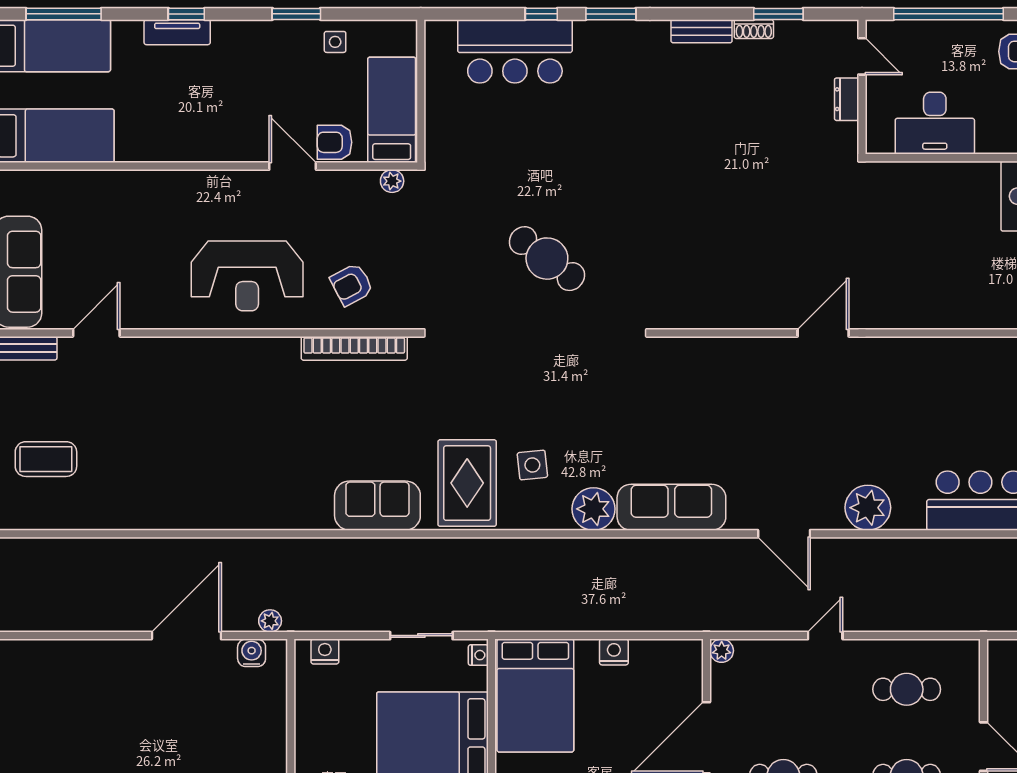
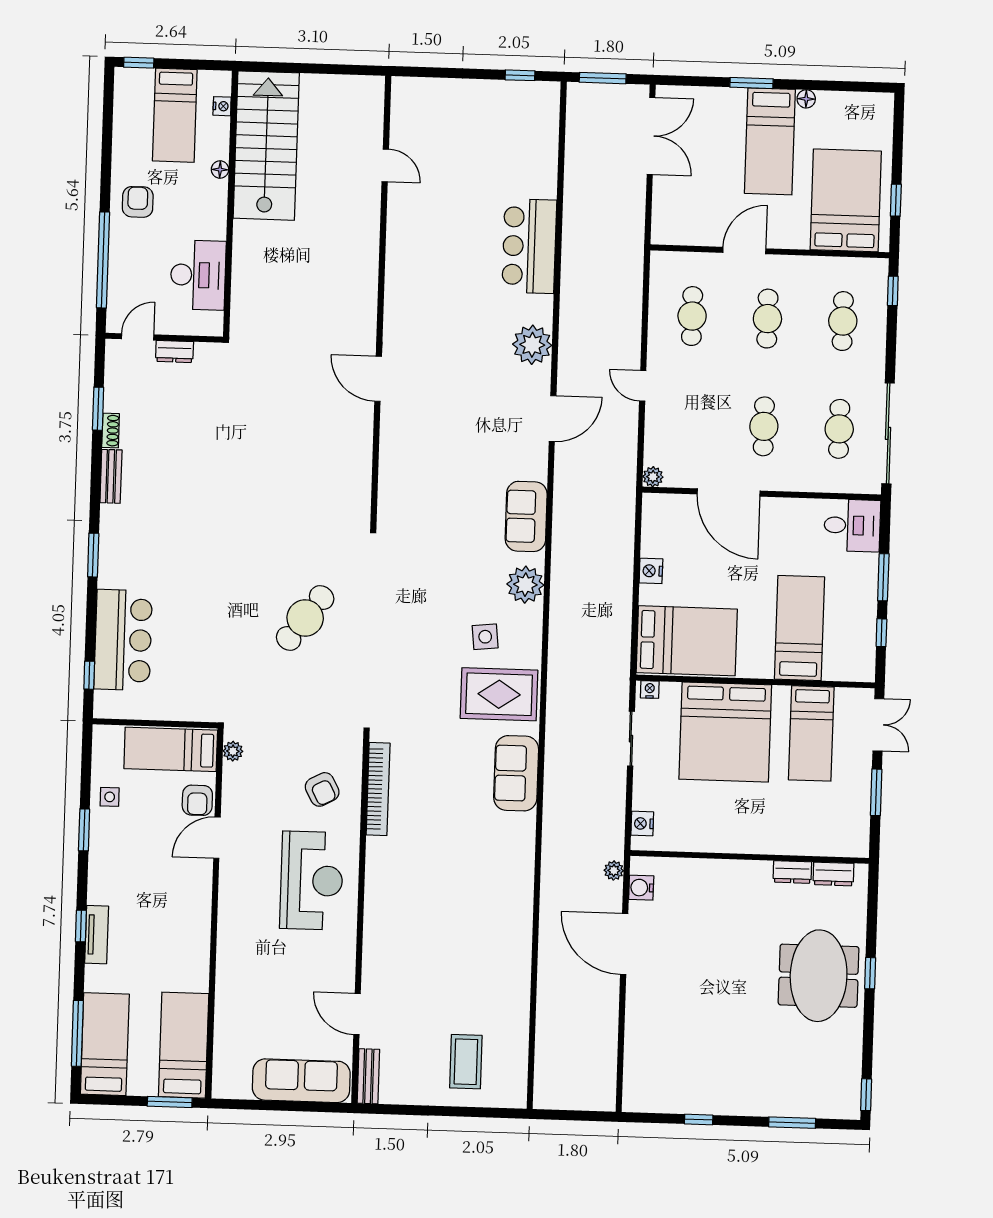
window: (541, 14) -> (89, 675), moved
sofa: (671, 507) -> (526, 516), width x0.73

